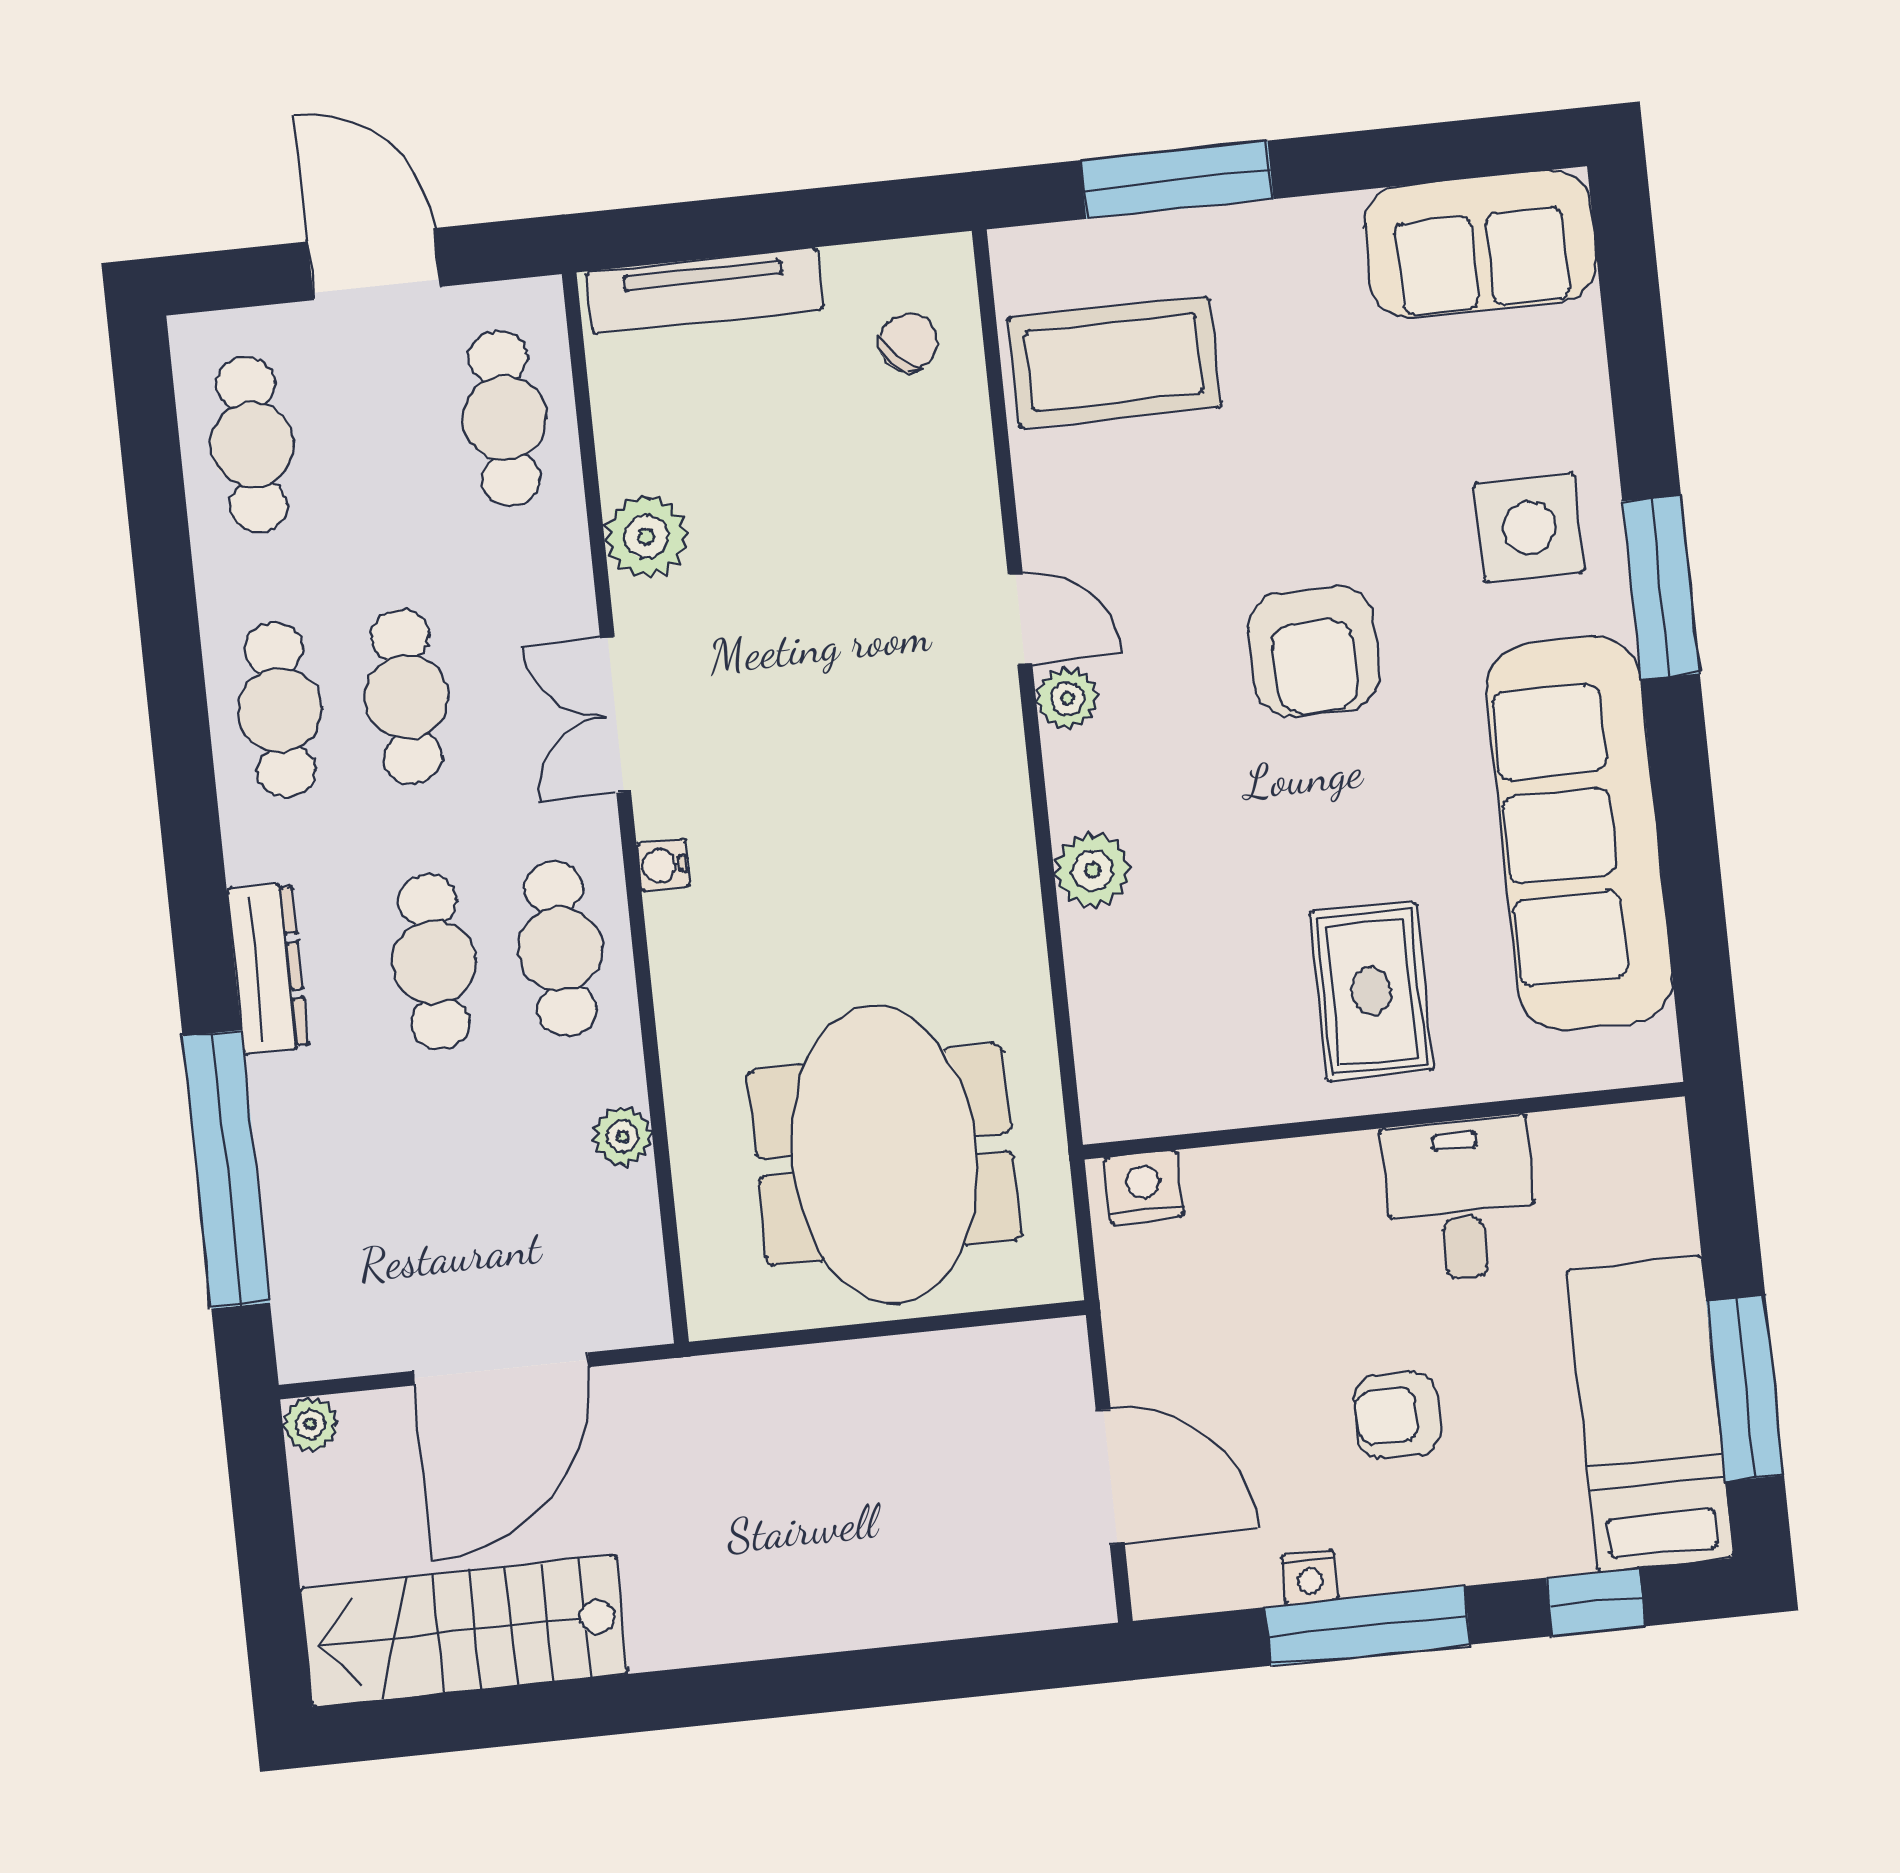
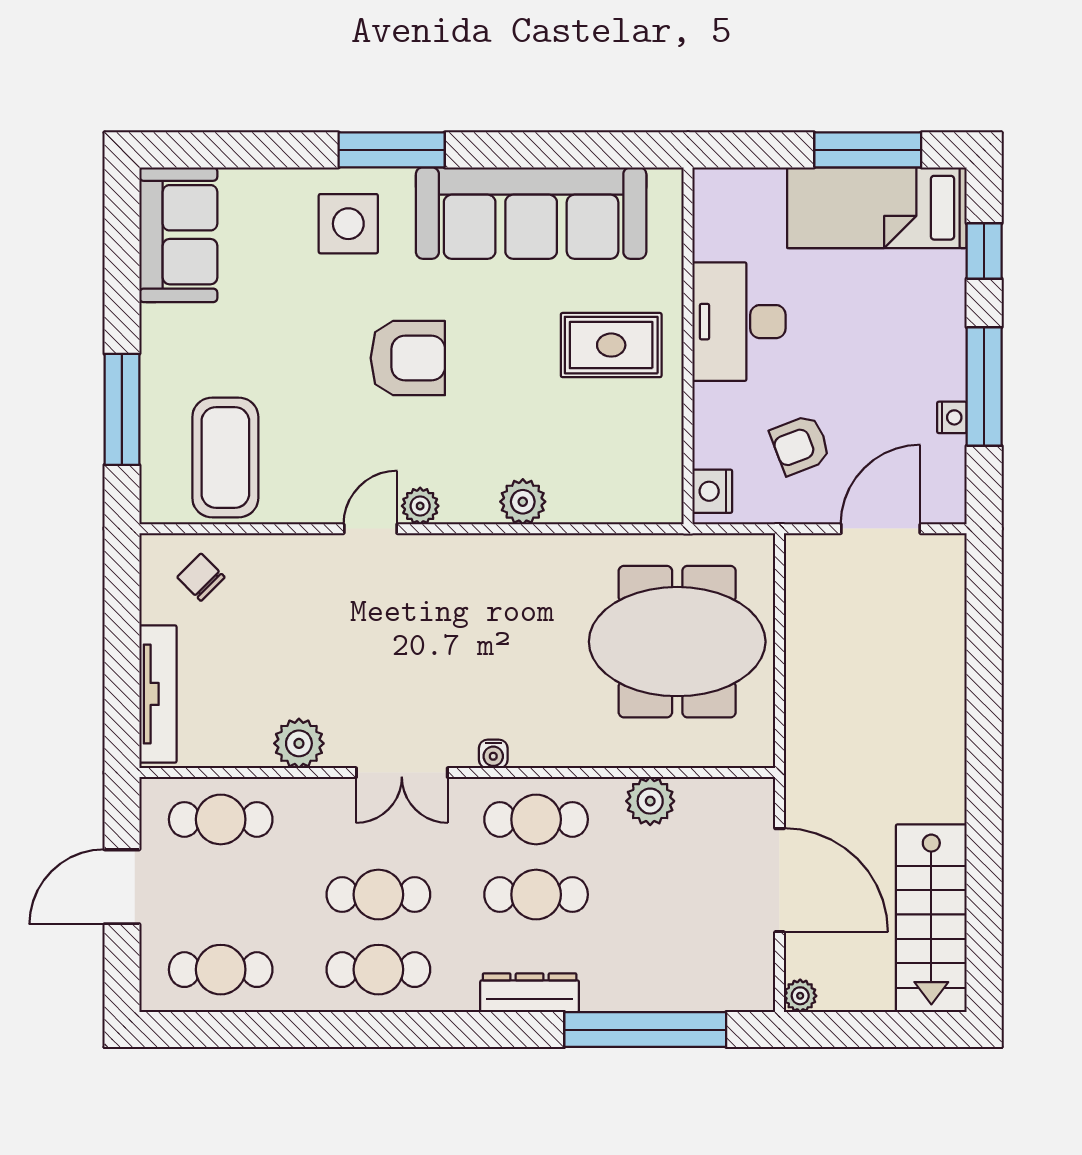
plant: (622, 1136) -> (650, 801), width x1.38, depth x1.38
desk: (1461, 1199) -> (739, 322), width x1.37
armchair: (1397, 1415) -> (800, 445), moved, turned 69

